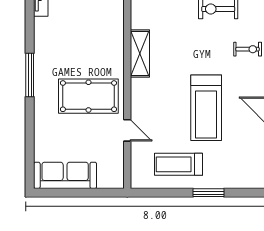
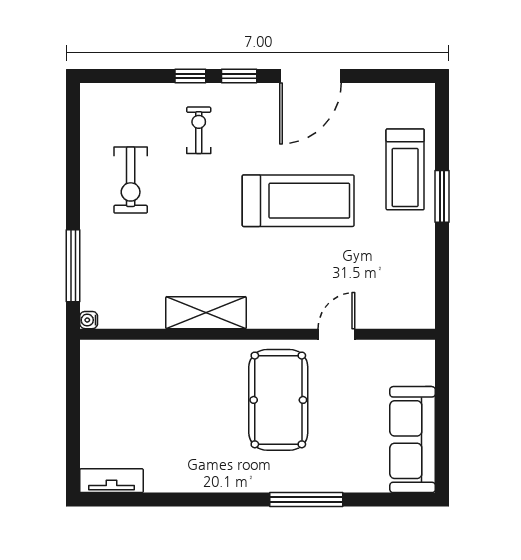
window: (30, 75) -> (306, 500), moved
treadmill: (178, 164) -> (405, 169), moved

